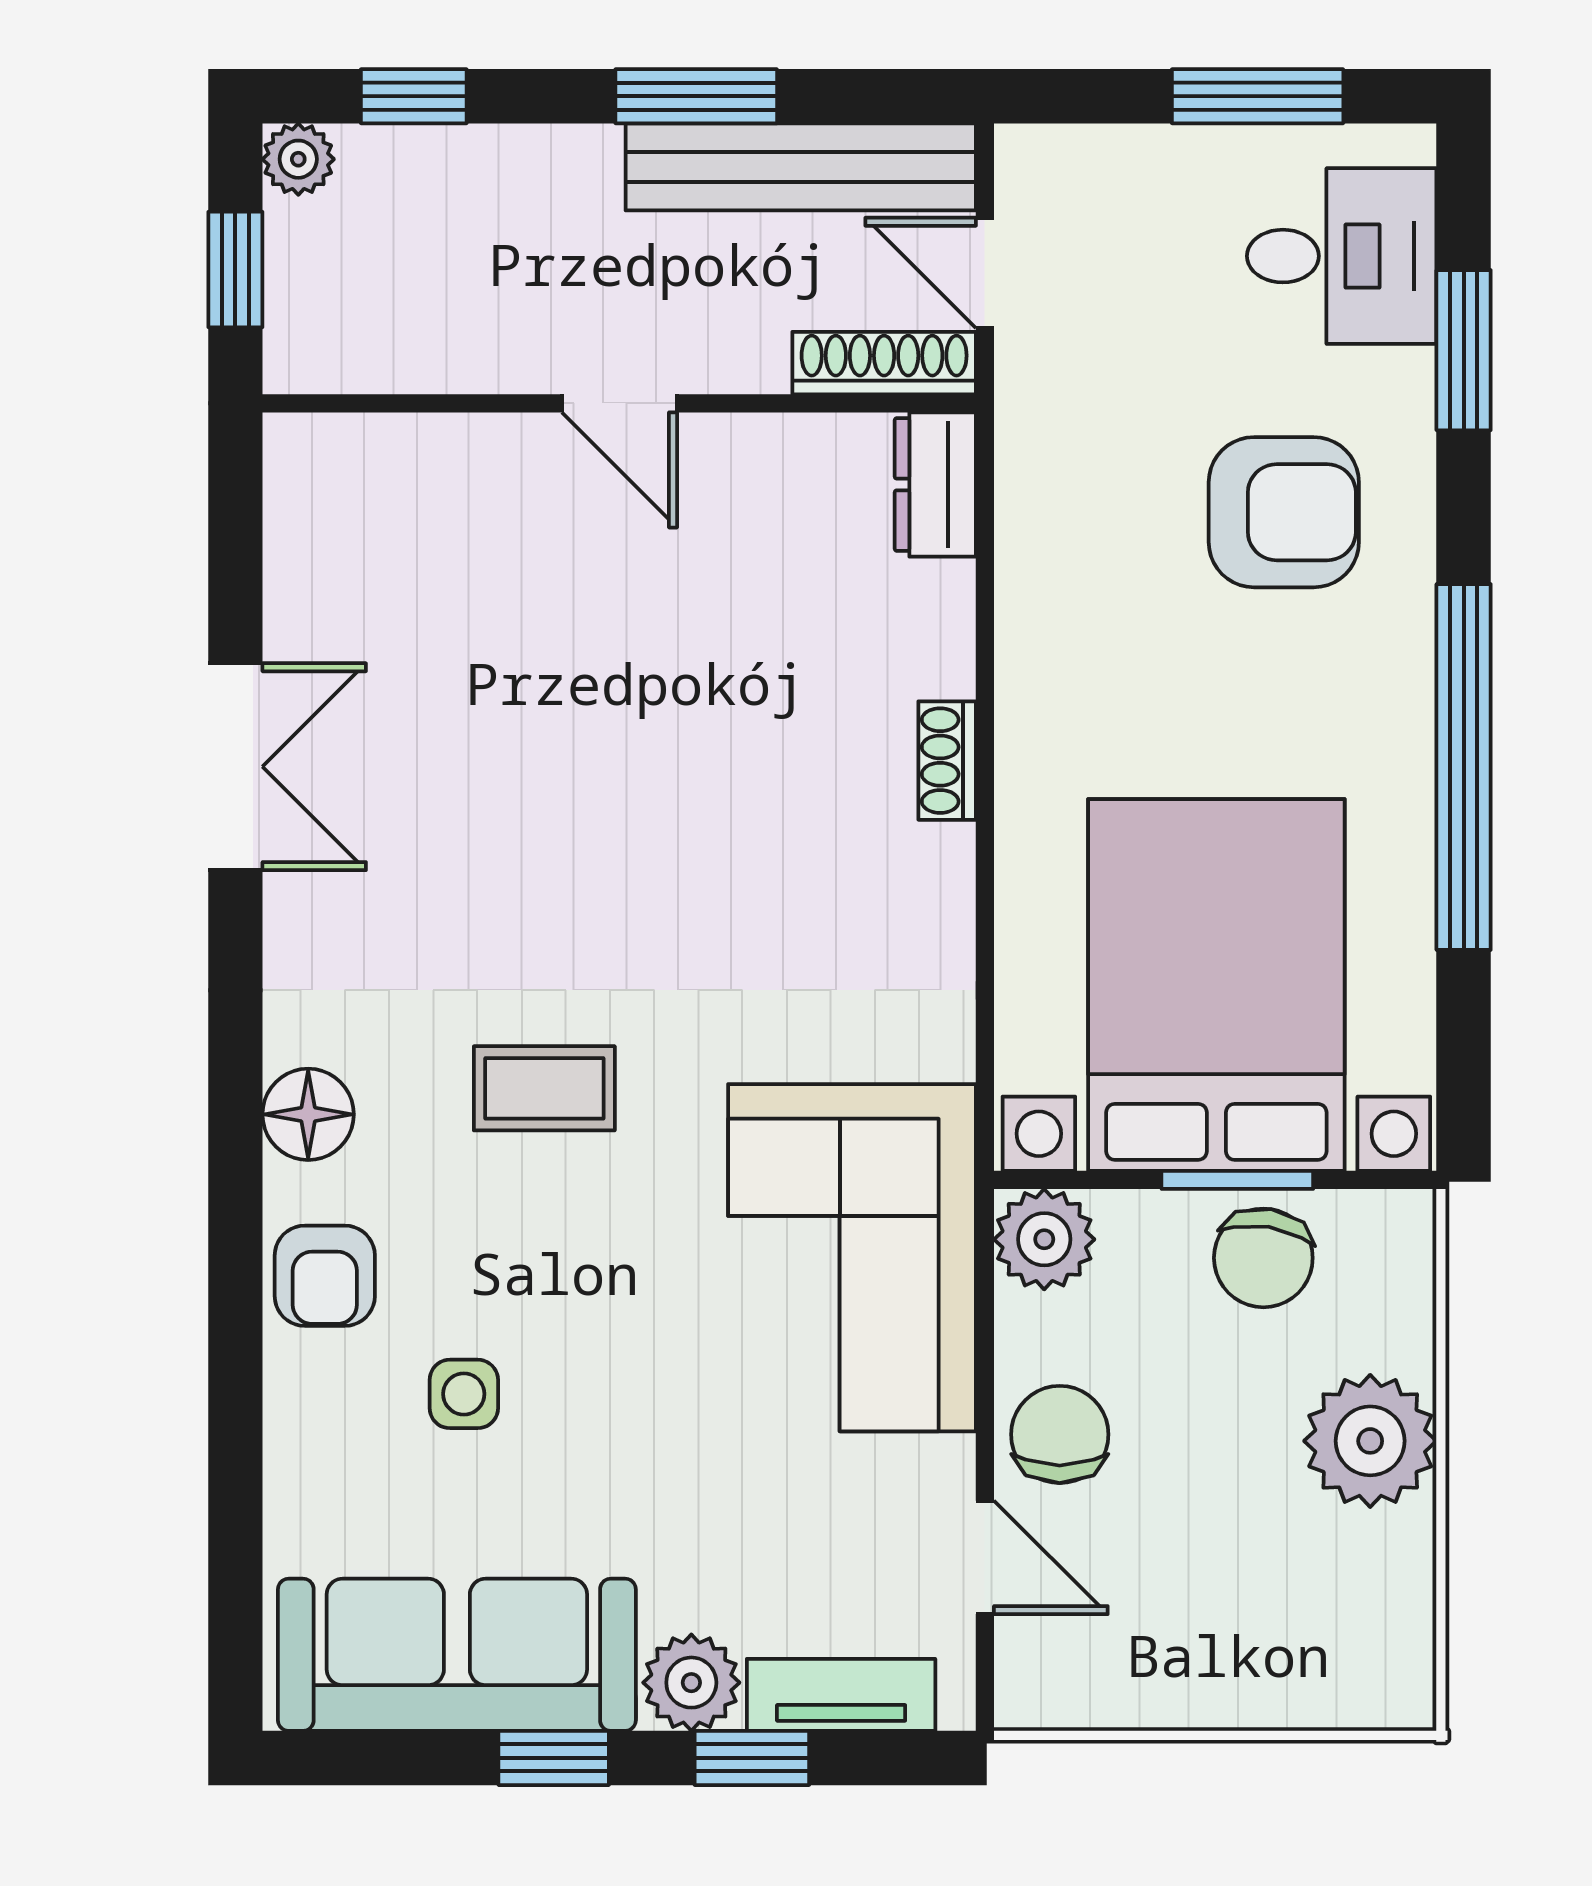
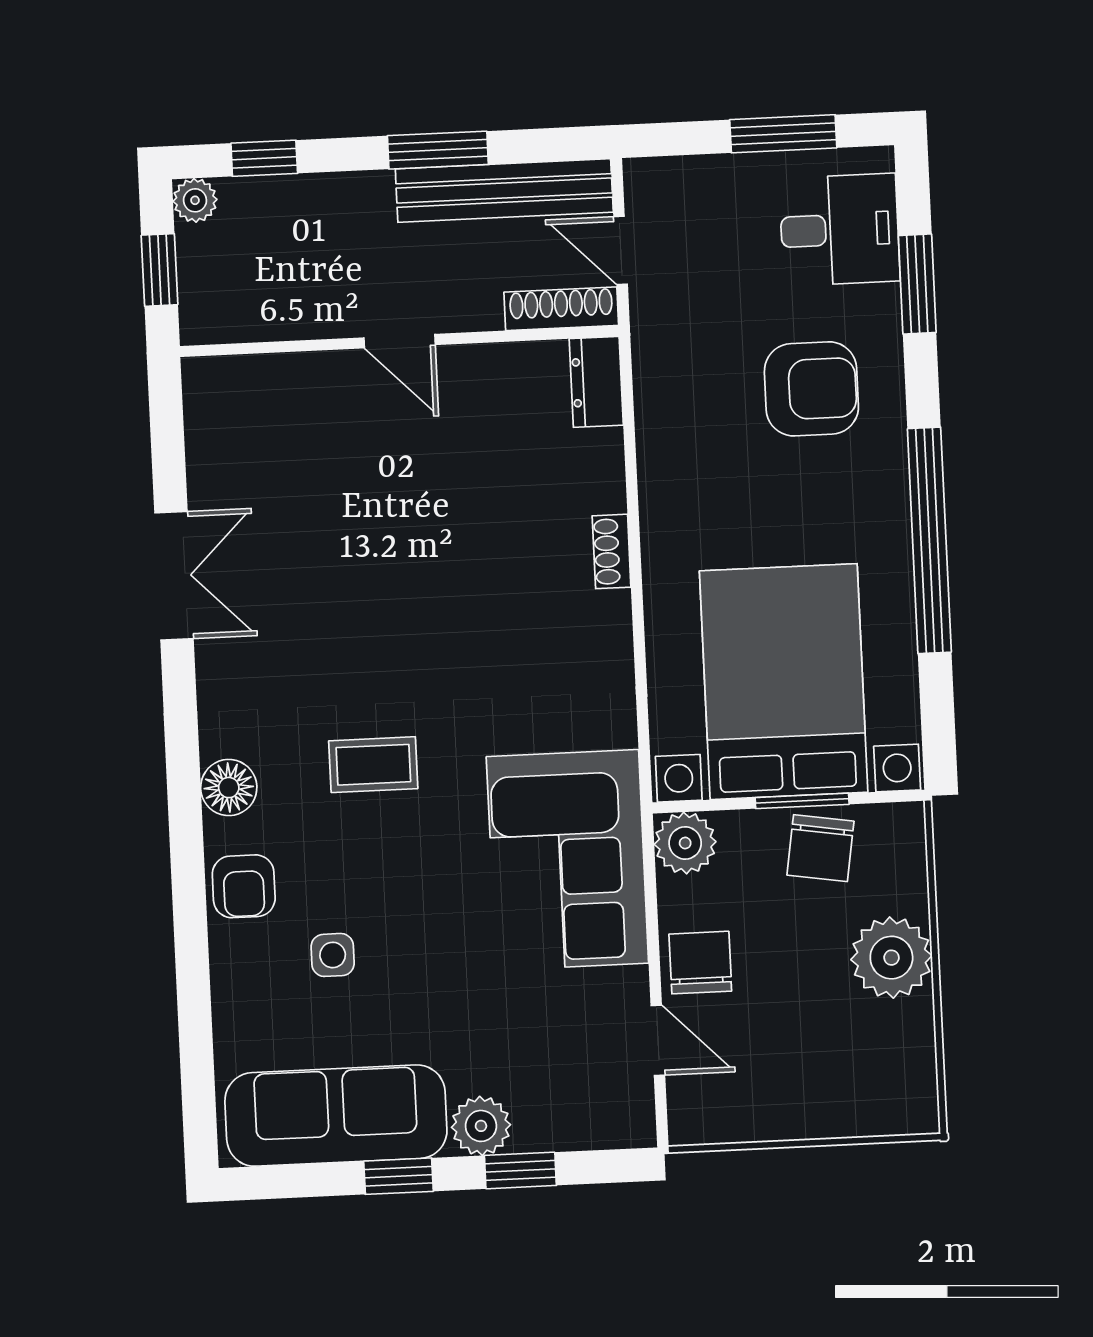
tv unit: (841, 1695) -> (573, 1129), removed

